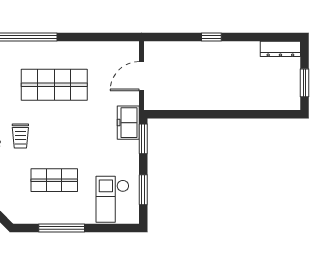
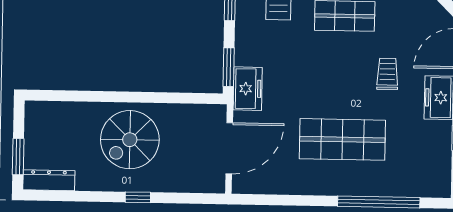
door: (142, 76) -> (229, 148), width x1.36
spiral stairs: (218, 81) -> (130, 140), added
window: (305, 83) -> (18, 157), moved

